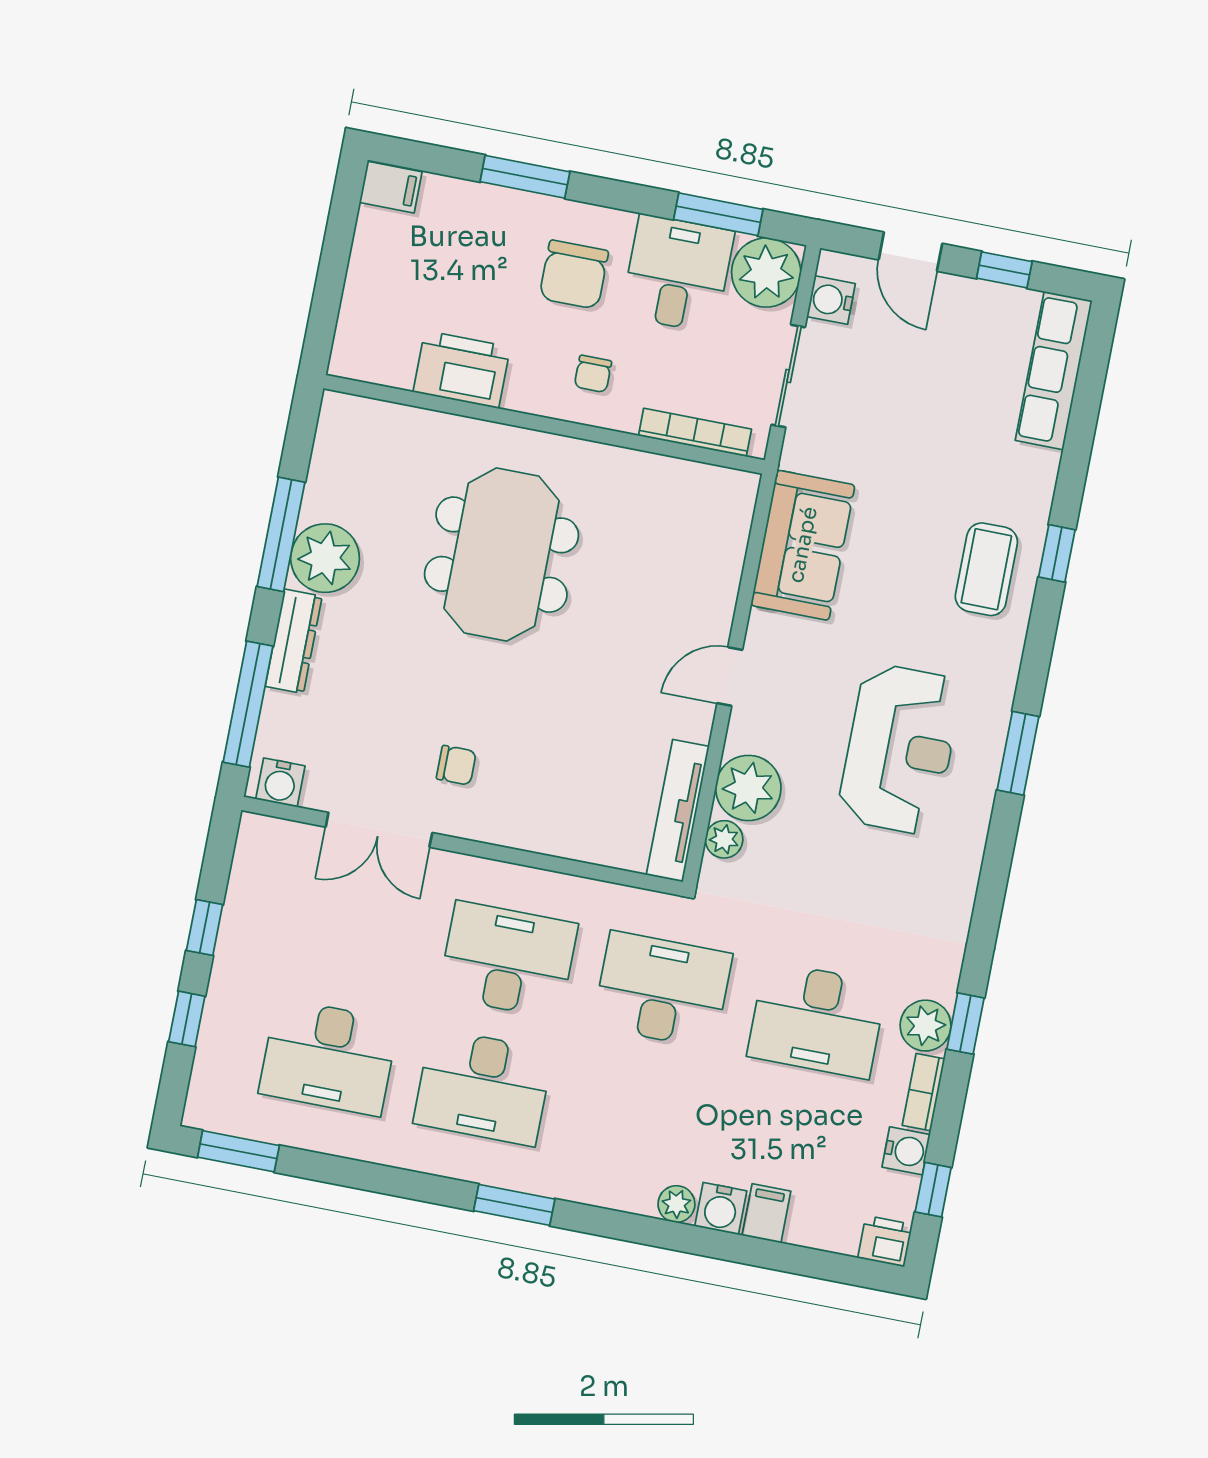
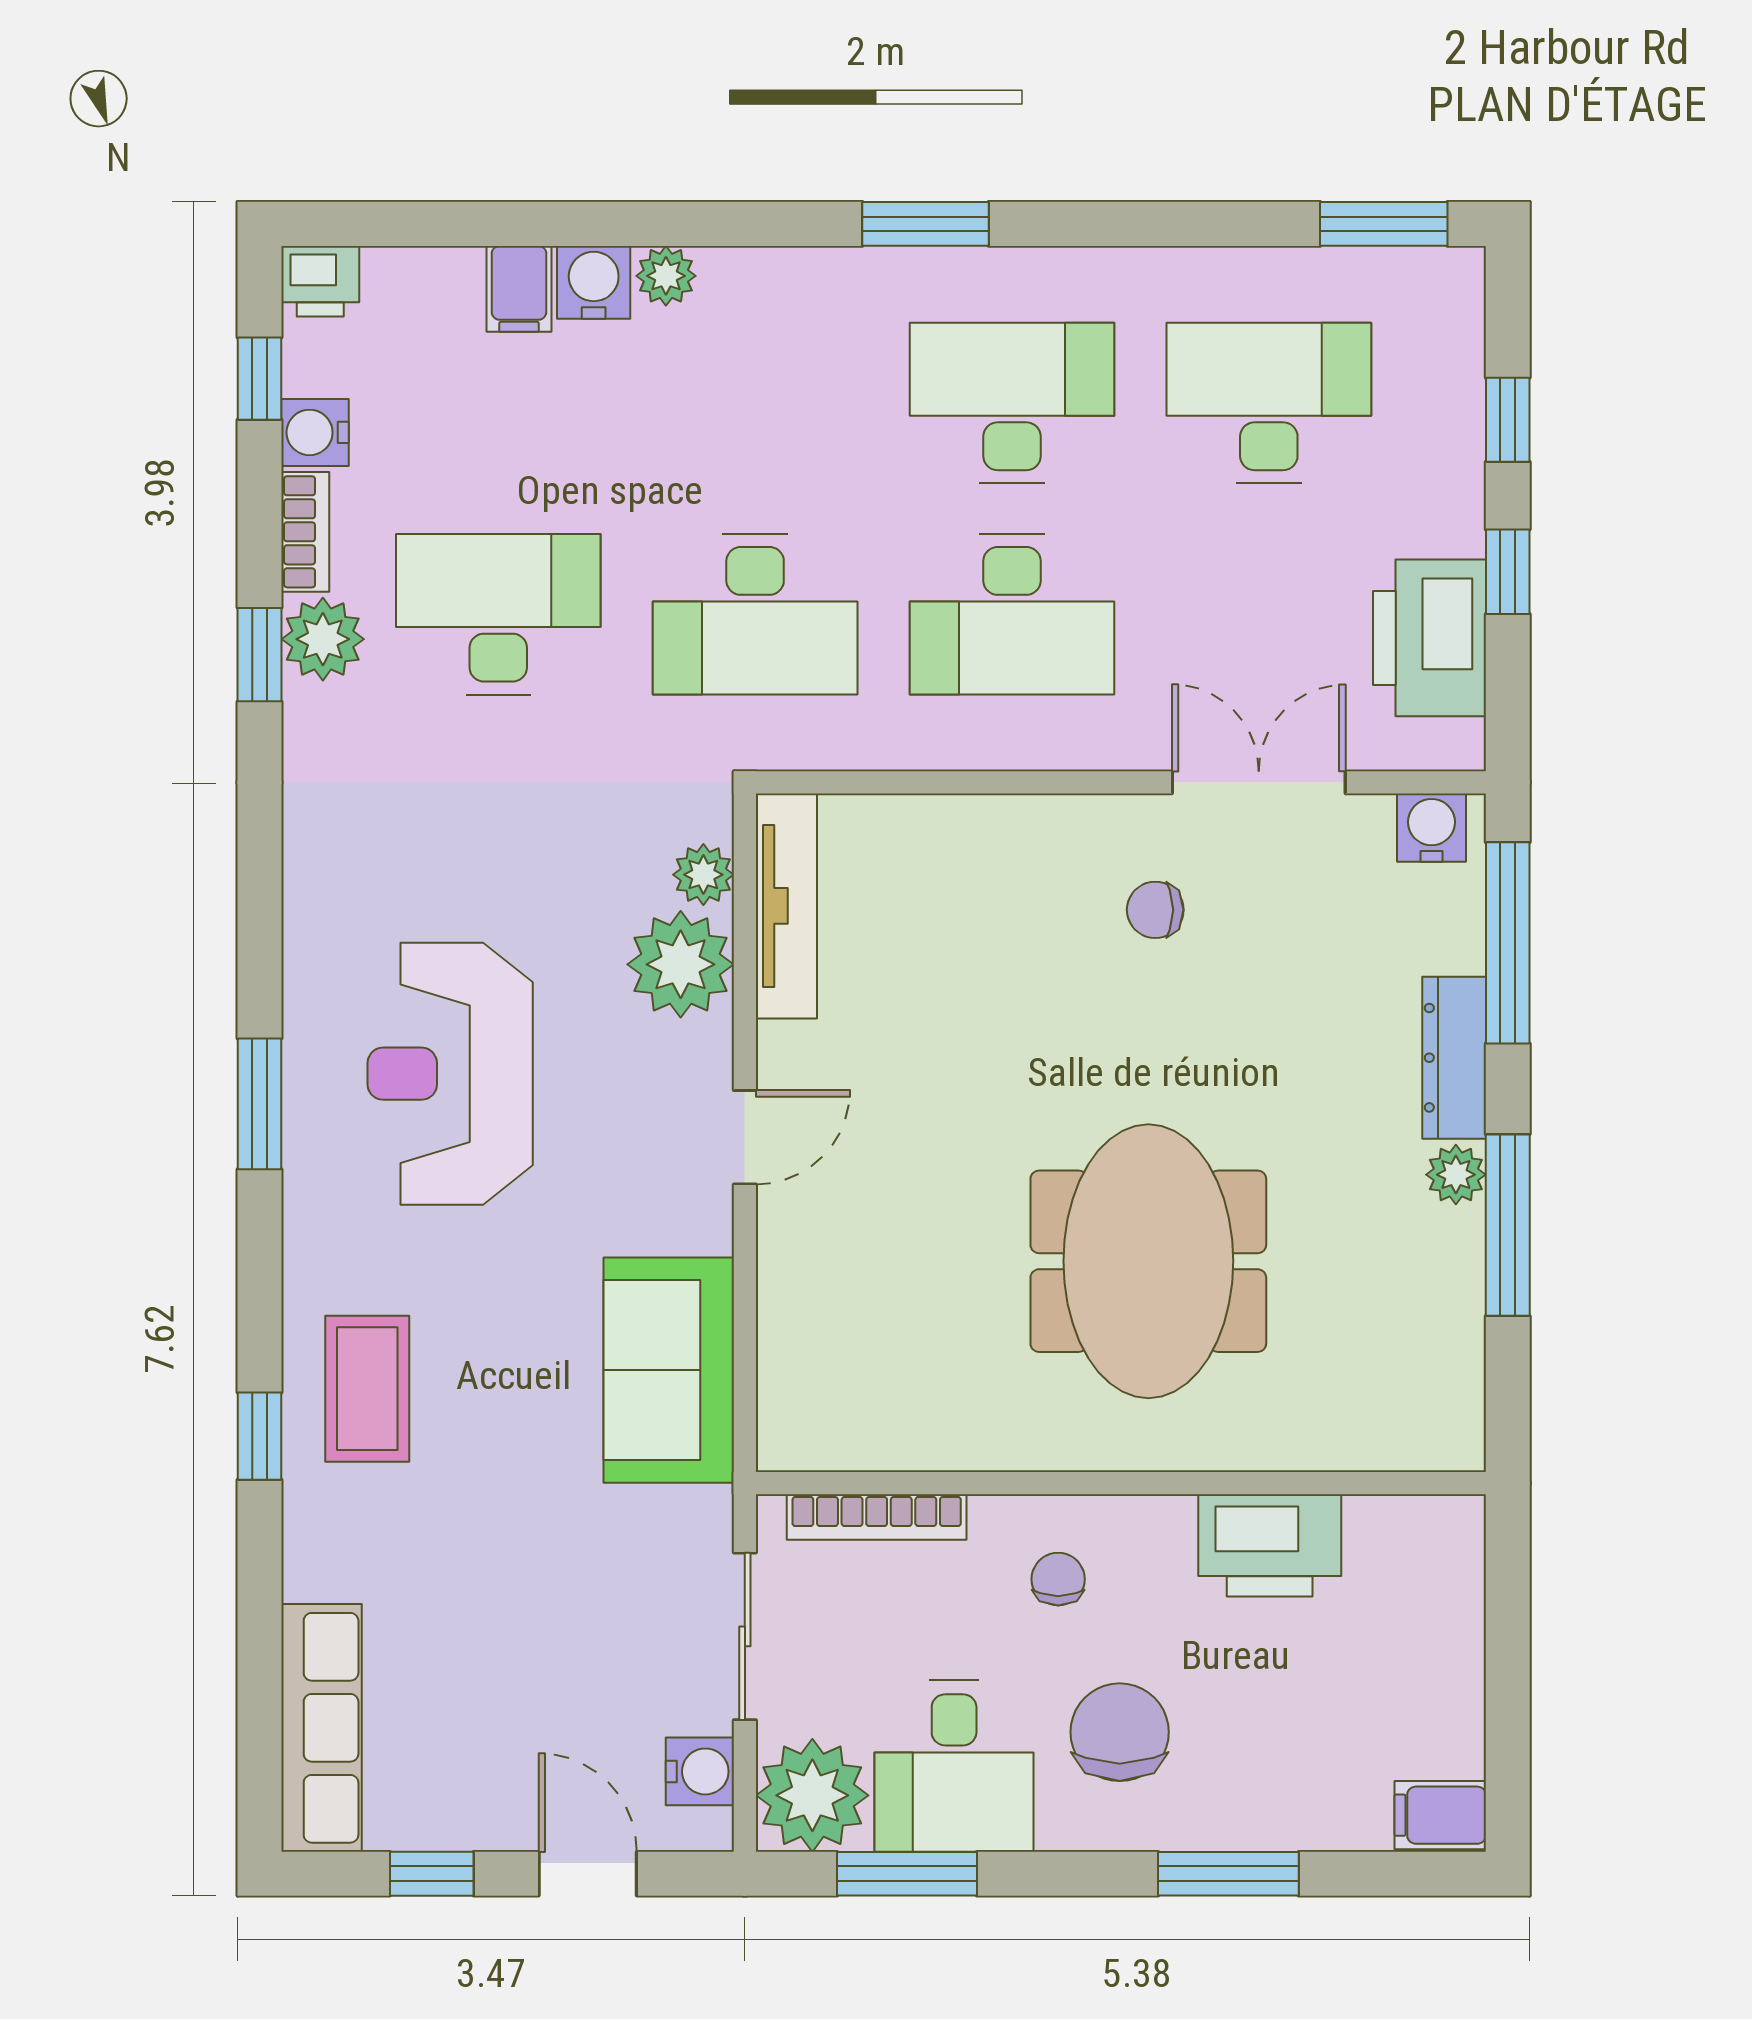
plant: (325, 558) -> (1456, 1175), width x0.53, depth x0.53
printer: (259, 897) -> (1429, 638), added

